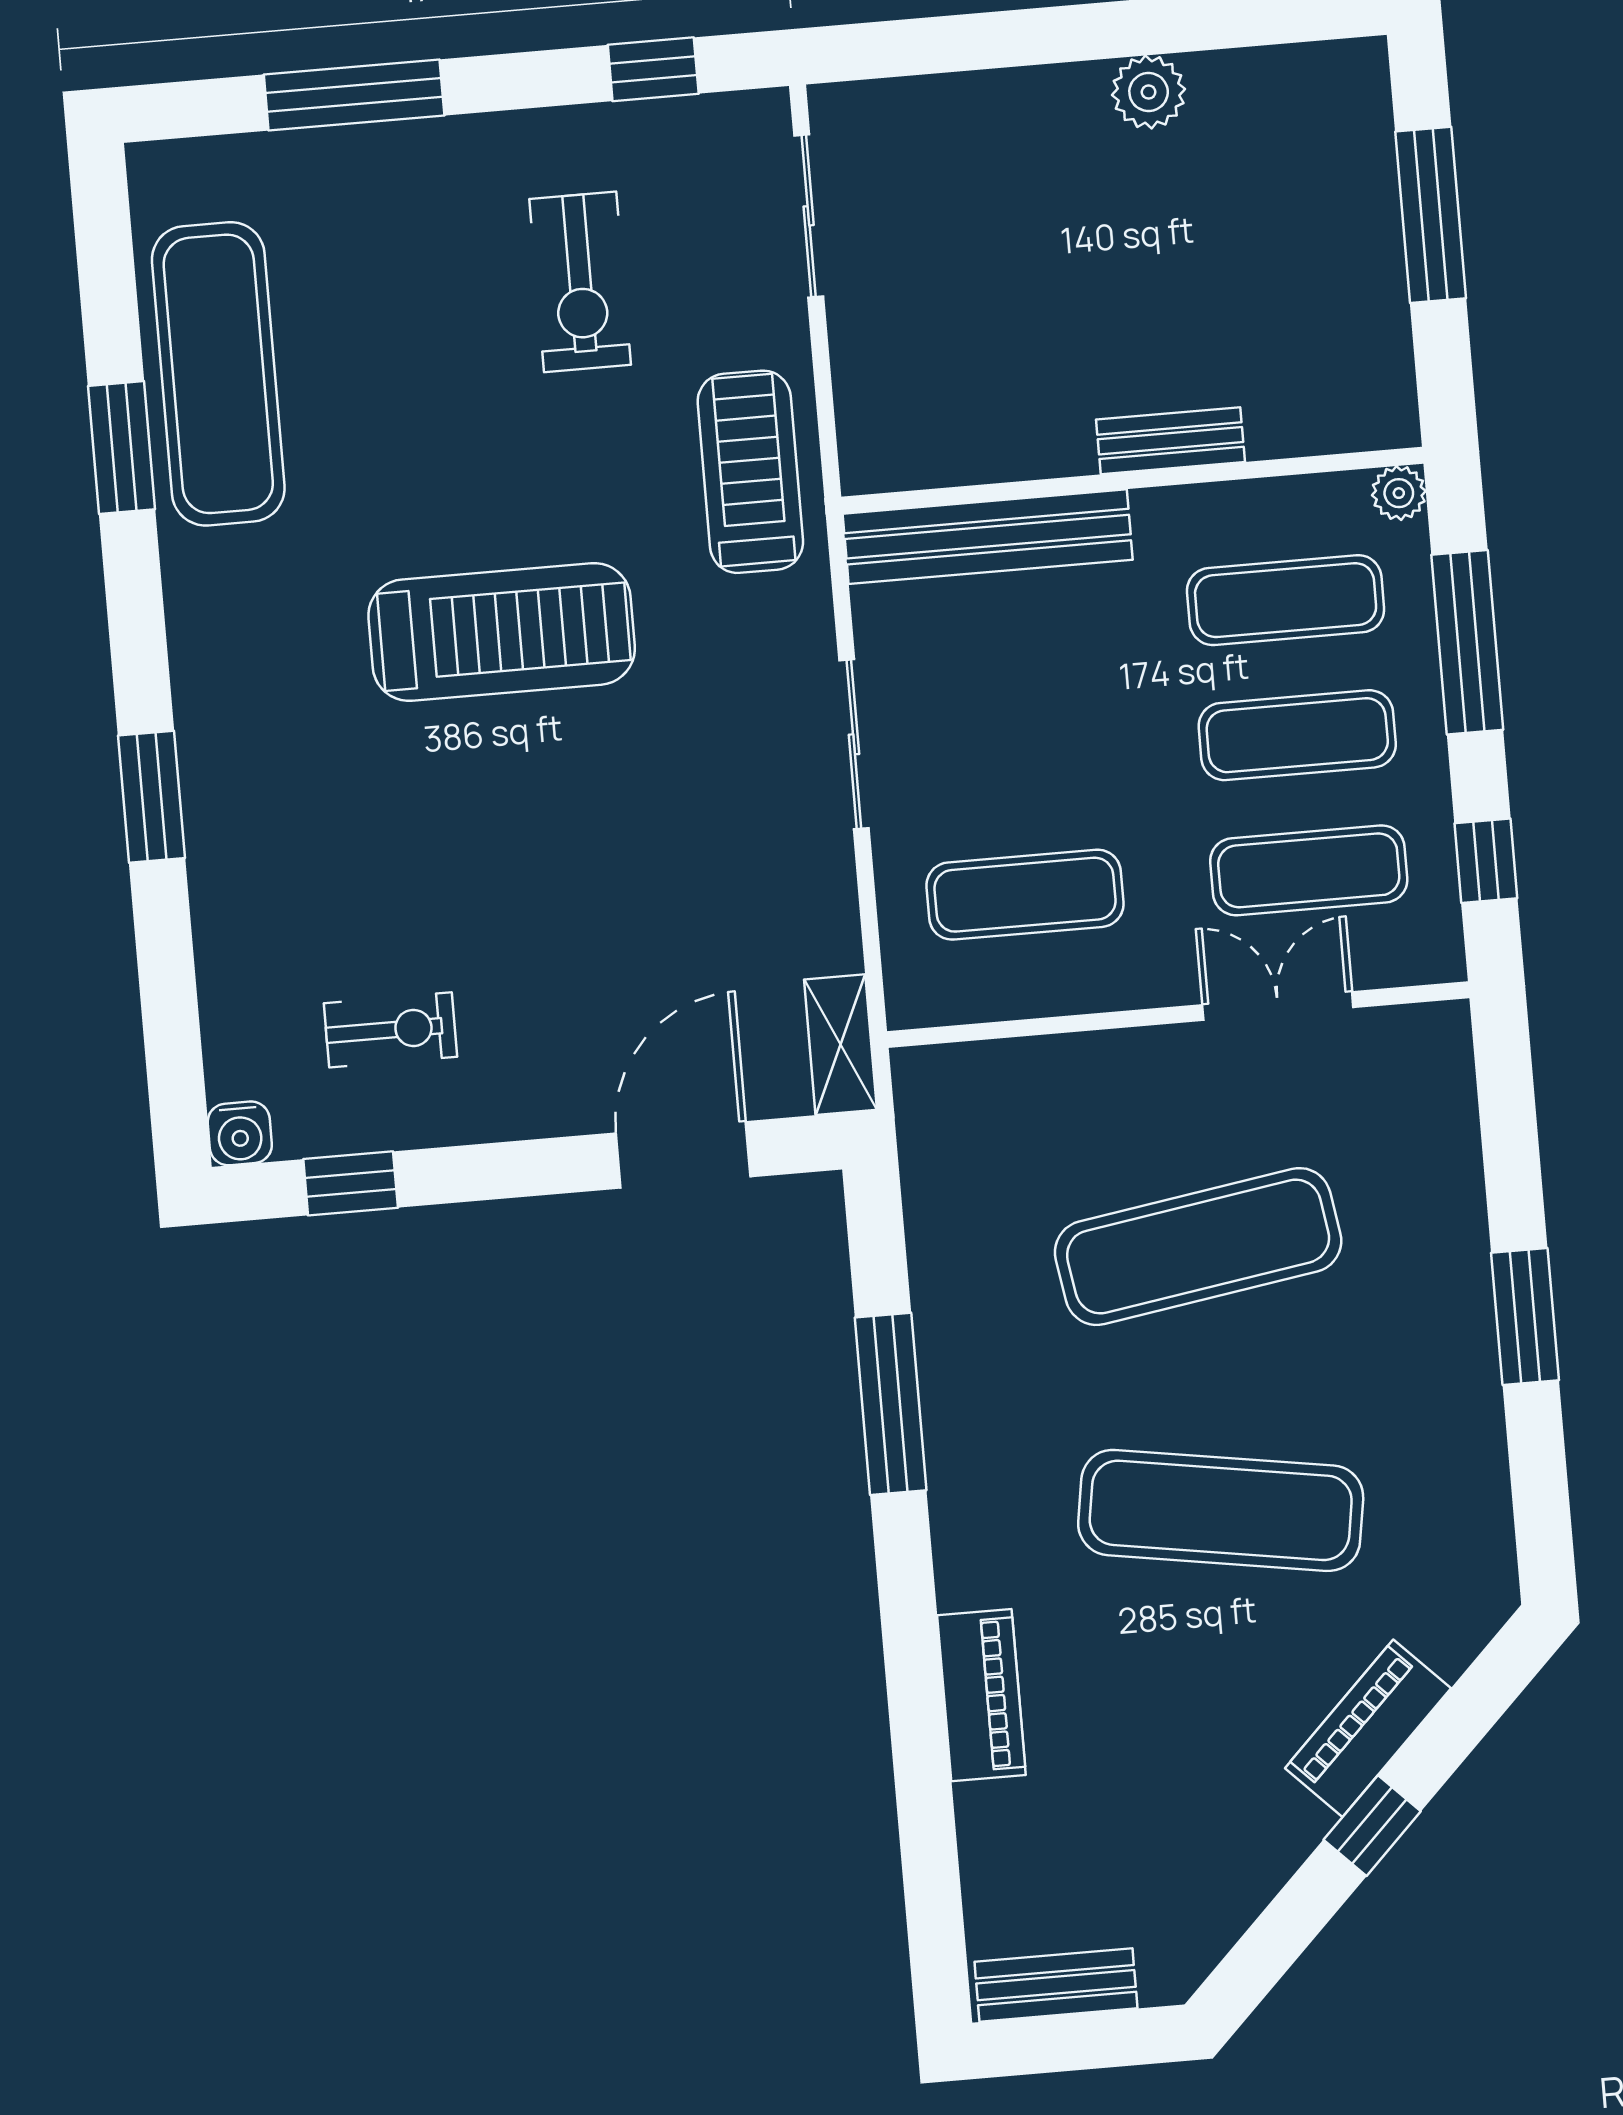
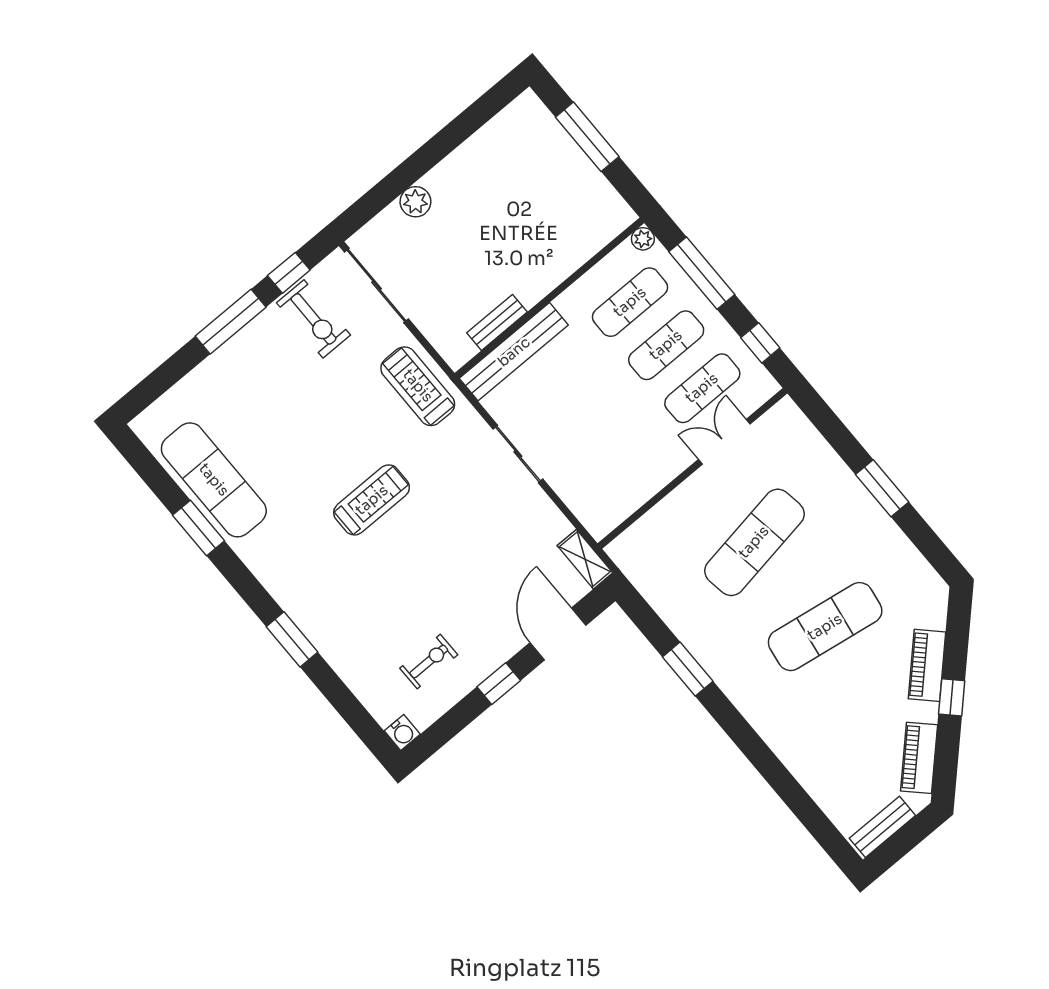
plant: (1149, 92) -> (415, 202), moved
window: (354, 95) -> (231, 322), moved
sliding door: (809, 216) -> (376, 285), width x1.37
exercise bike: (580, 282) -> (313, 319), moved
bench: (1170, 441) -> (497, 322), moved
treadmill: (502, 632) -> (372, 500), width x0.73, depth x0.73
exercise mat: (1025, 895) -> (612, 464), removed
window: (351, 1183) -> (499, 684), moved
window: (891, 1404) -> (688, 669), width x0.69
piano: (981, 1695) -> (919, 758), moved, turned -135

